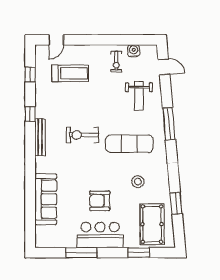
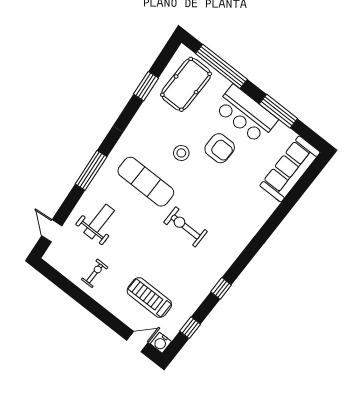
water cooler: (134, 51) -> (161, 343), moved
exercise bike: (82, 135) -> (186, 227), turned 180
bench: (40, 137) -> (229, 258), removed
stool: (138, 182) -> (181, 153), moved
sofa: (46, 199) -> (290, 169), moved
window: (139, 253) -> (221, 66), width x2.11

